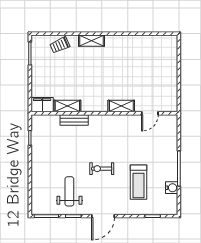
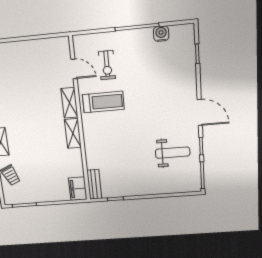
shelving: (67, 106) -> (73, 133), moved
bench: (74, 120) -> (94, 184), moved
exercise bike: (102, 169) -> (107, 65), moved
treadmill: (138, 182) -> (103, 102), moved
weight bench: (69, 191) -> (173, 153), turned 180

